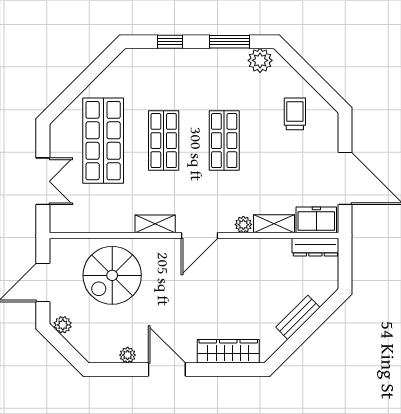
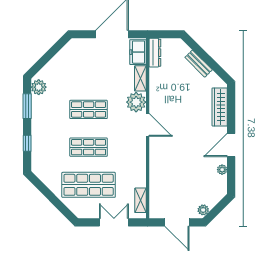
trolley: (295, 114) -> (72, 65), removed
shelving: (155, 224) -> (140, 200), moved
plant: (243, 225) -> (136, 102), width x1.88, depth x1.88
spiral stairs: (112, 275) -> (172, 179), removed

